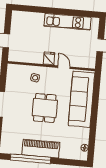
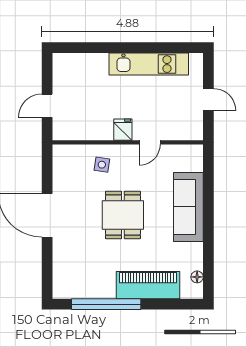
door: (64, 67) -> (150, 142), swing flipped
sofa: (82, 99) -> (188, 207), width x0.74, depth x0.79
piano: (41, 149) -> (148, 285), moved

